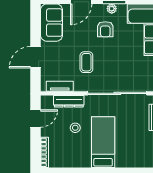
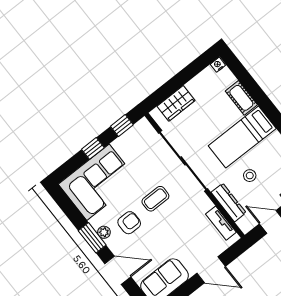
coffee table: (86, 62) -> (155, 199), moved
cot: (128, 161) -> (241, 98), added

